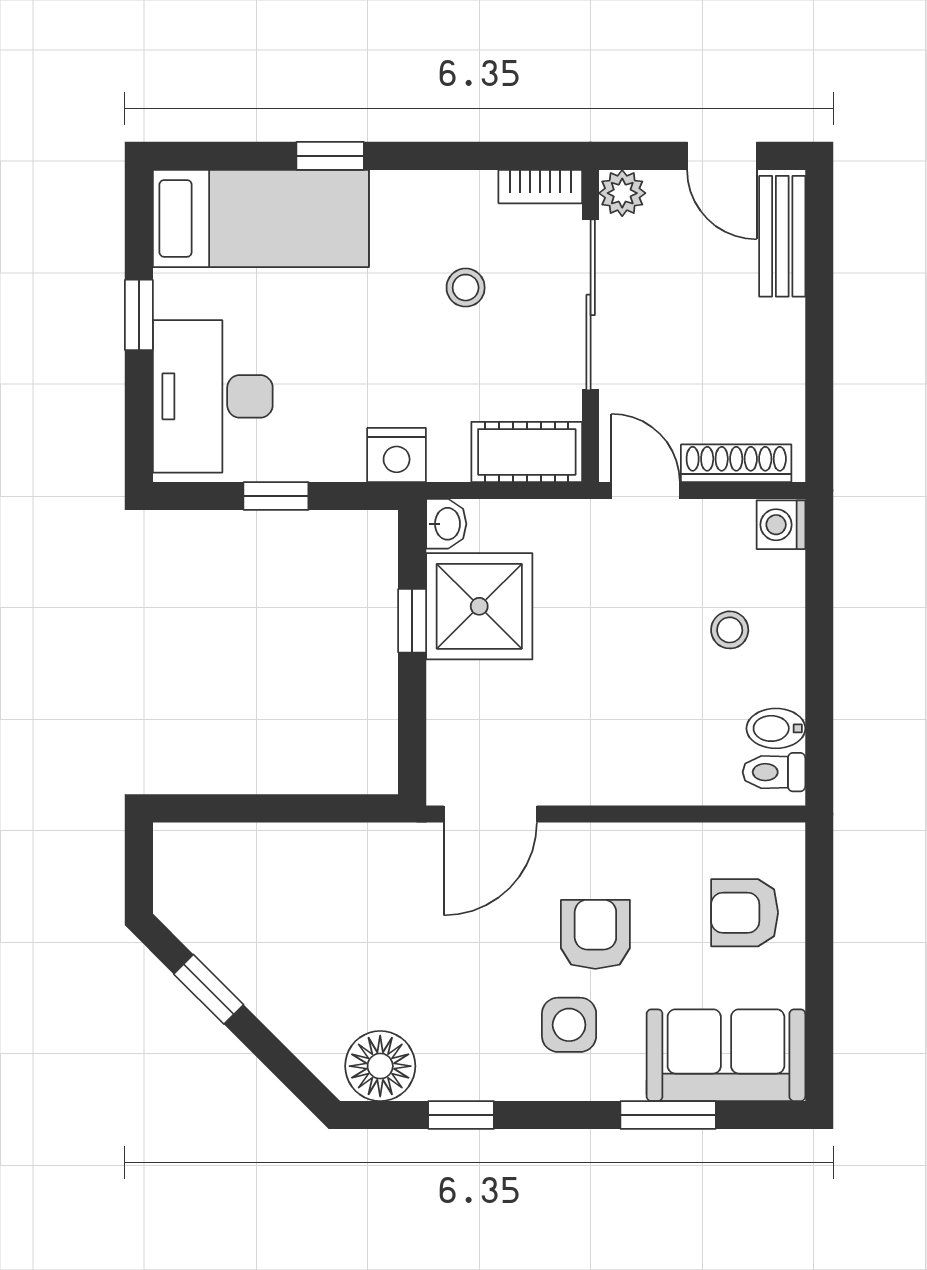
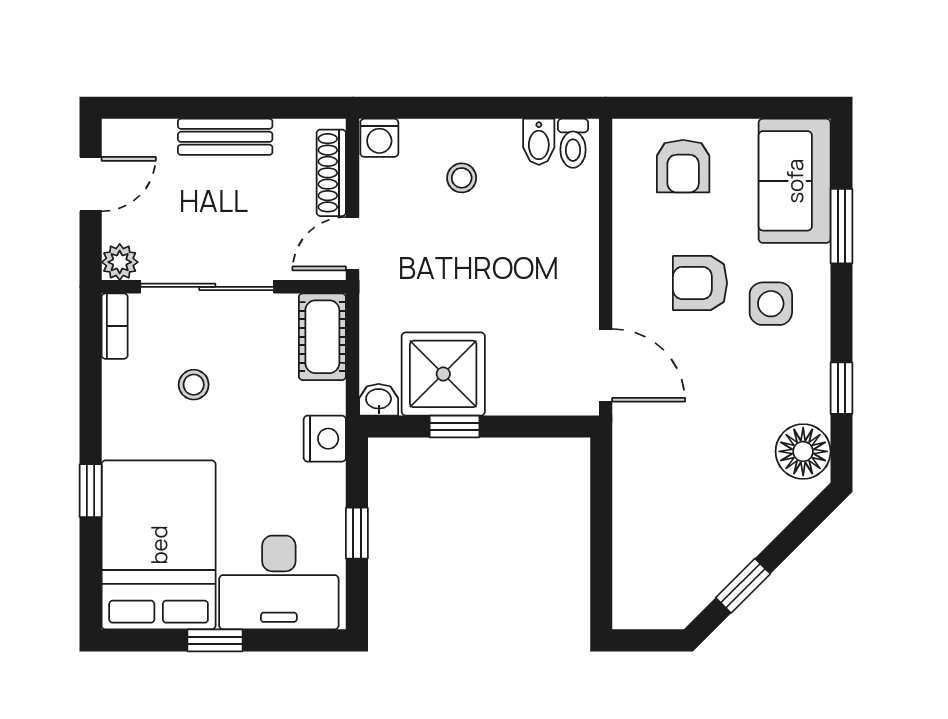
bed: (261, 218) -> (159, 545), width x1.50
bench: (782, 236) -> (225, 137), moved

